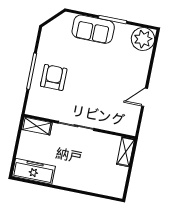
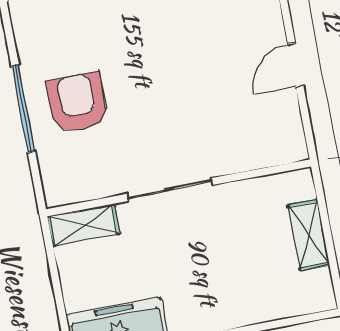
shelving: (126, 152) -> (309, 235), moved

